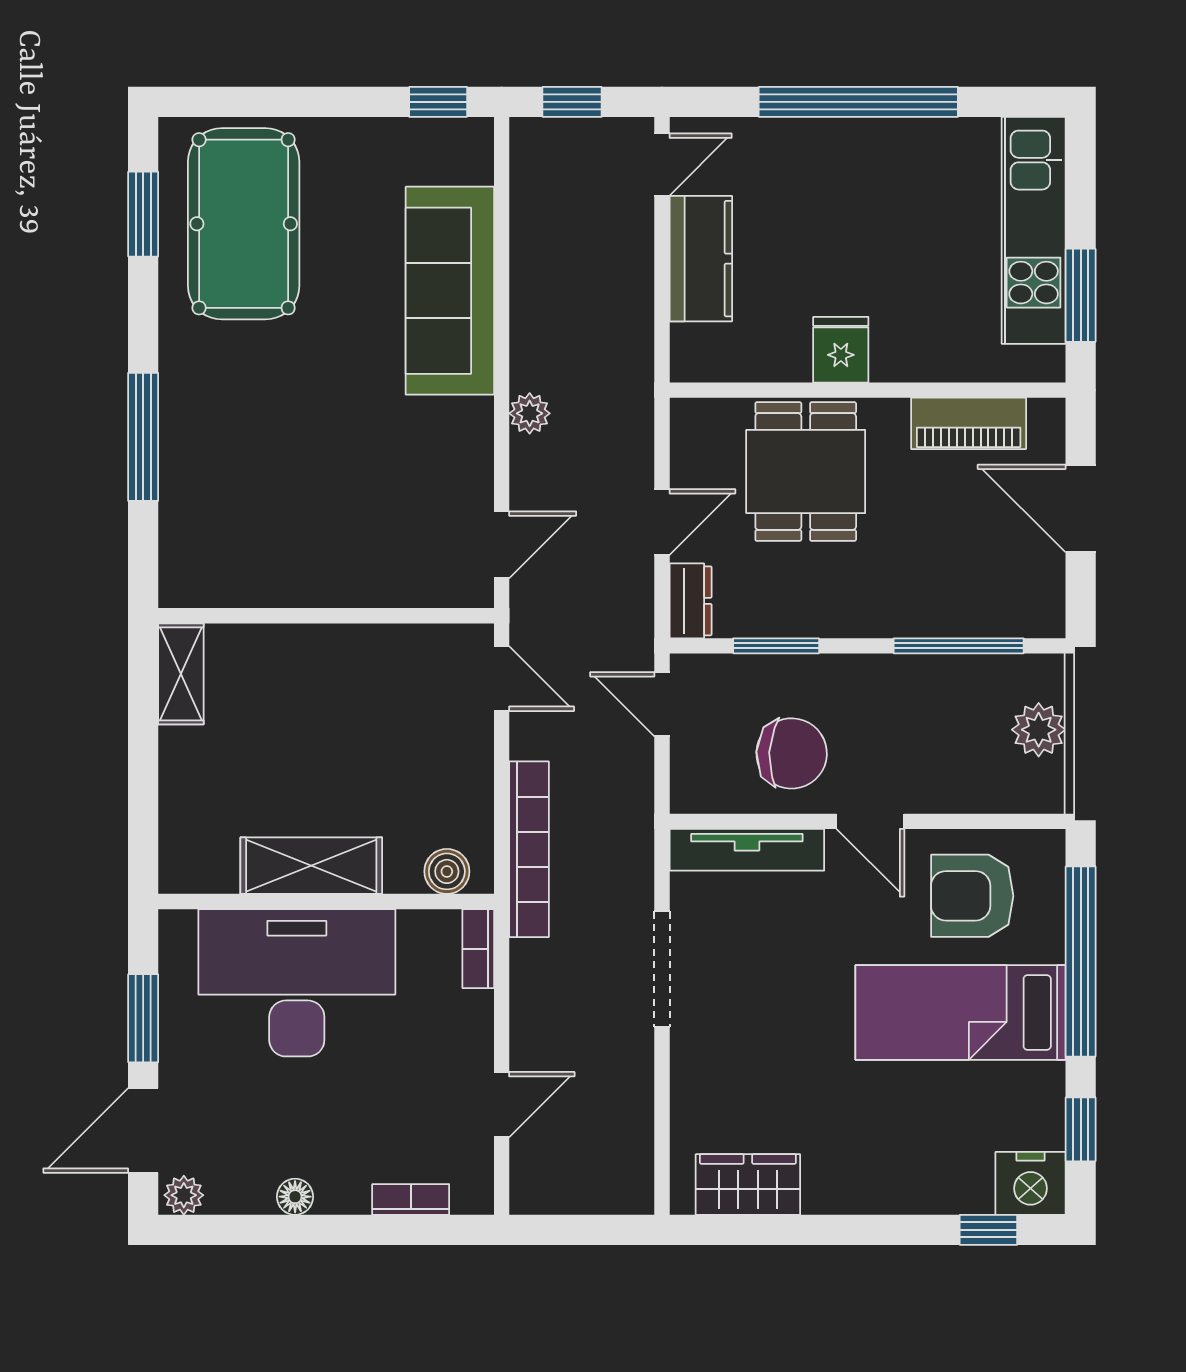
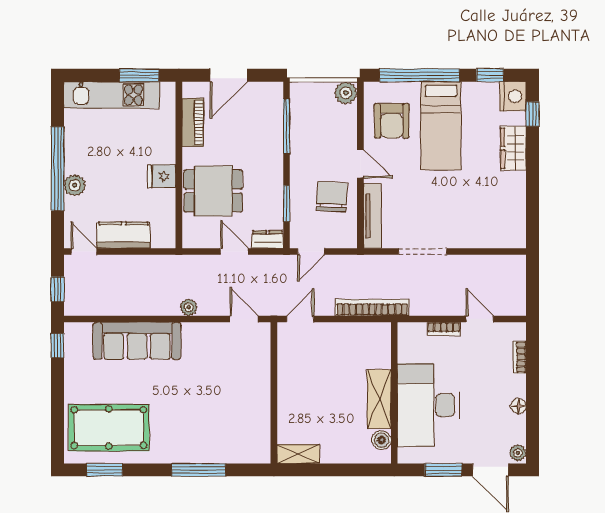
plant: (819, 143) -> (75, 185), added
plant: (1039, 730) -> (346, 93), moved
door: (870, 821) -> (360, 164), hinge flipped
boiler: (447, 871) -> (382, 440), moved
bookcase: (478, 949) -> (444, 329), moved
wardrobe: (748, 1184) -> (513, 148), moved

